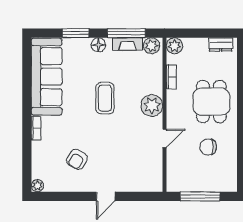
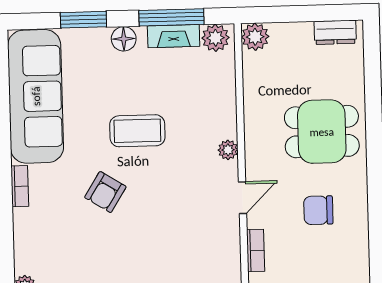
bookcase: (171, 77) -> (256, 251), moved
coffee table: (105, 98) -> (137, 131), turned 90
dining table: (211, 102) -> (322, 132), turned 90
plant: (152, 106) -> (228, 150), width x0.53, depth x0.53
armchair: (77, 159) -> (105, 192), moved

